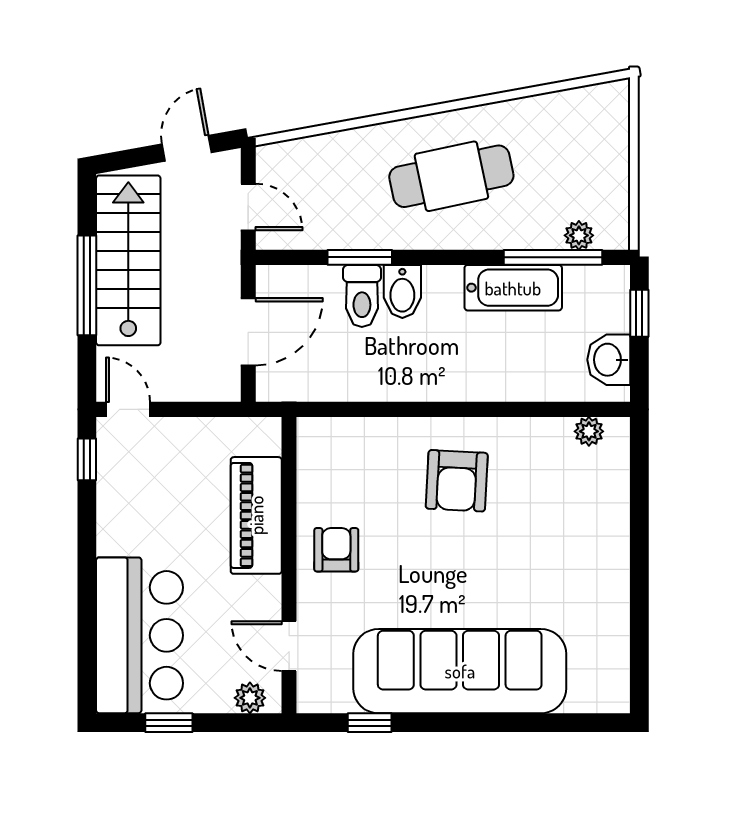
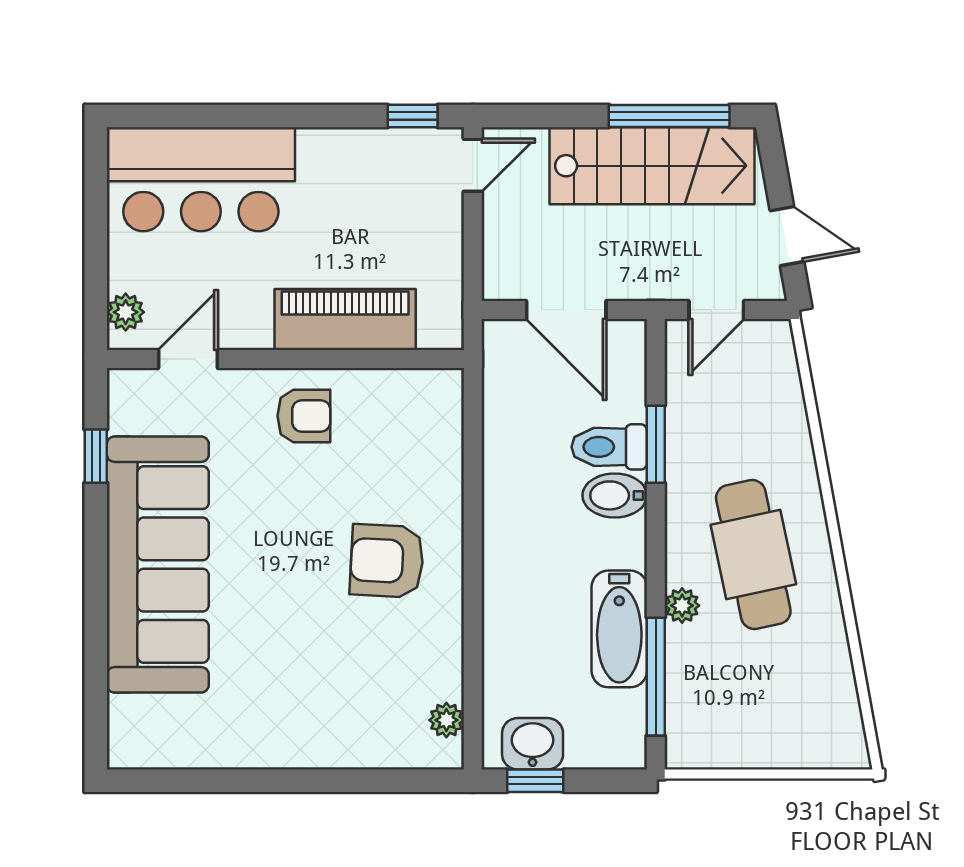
plant: (579, 235) -> (682, 606), moved
window: (87, 285) -> (669, 116), moved
window: (639, 313) -> (535, 781), moved
window: (169, 723) -> (96, 215), removed

